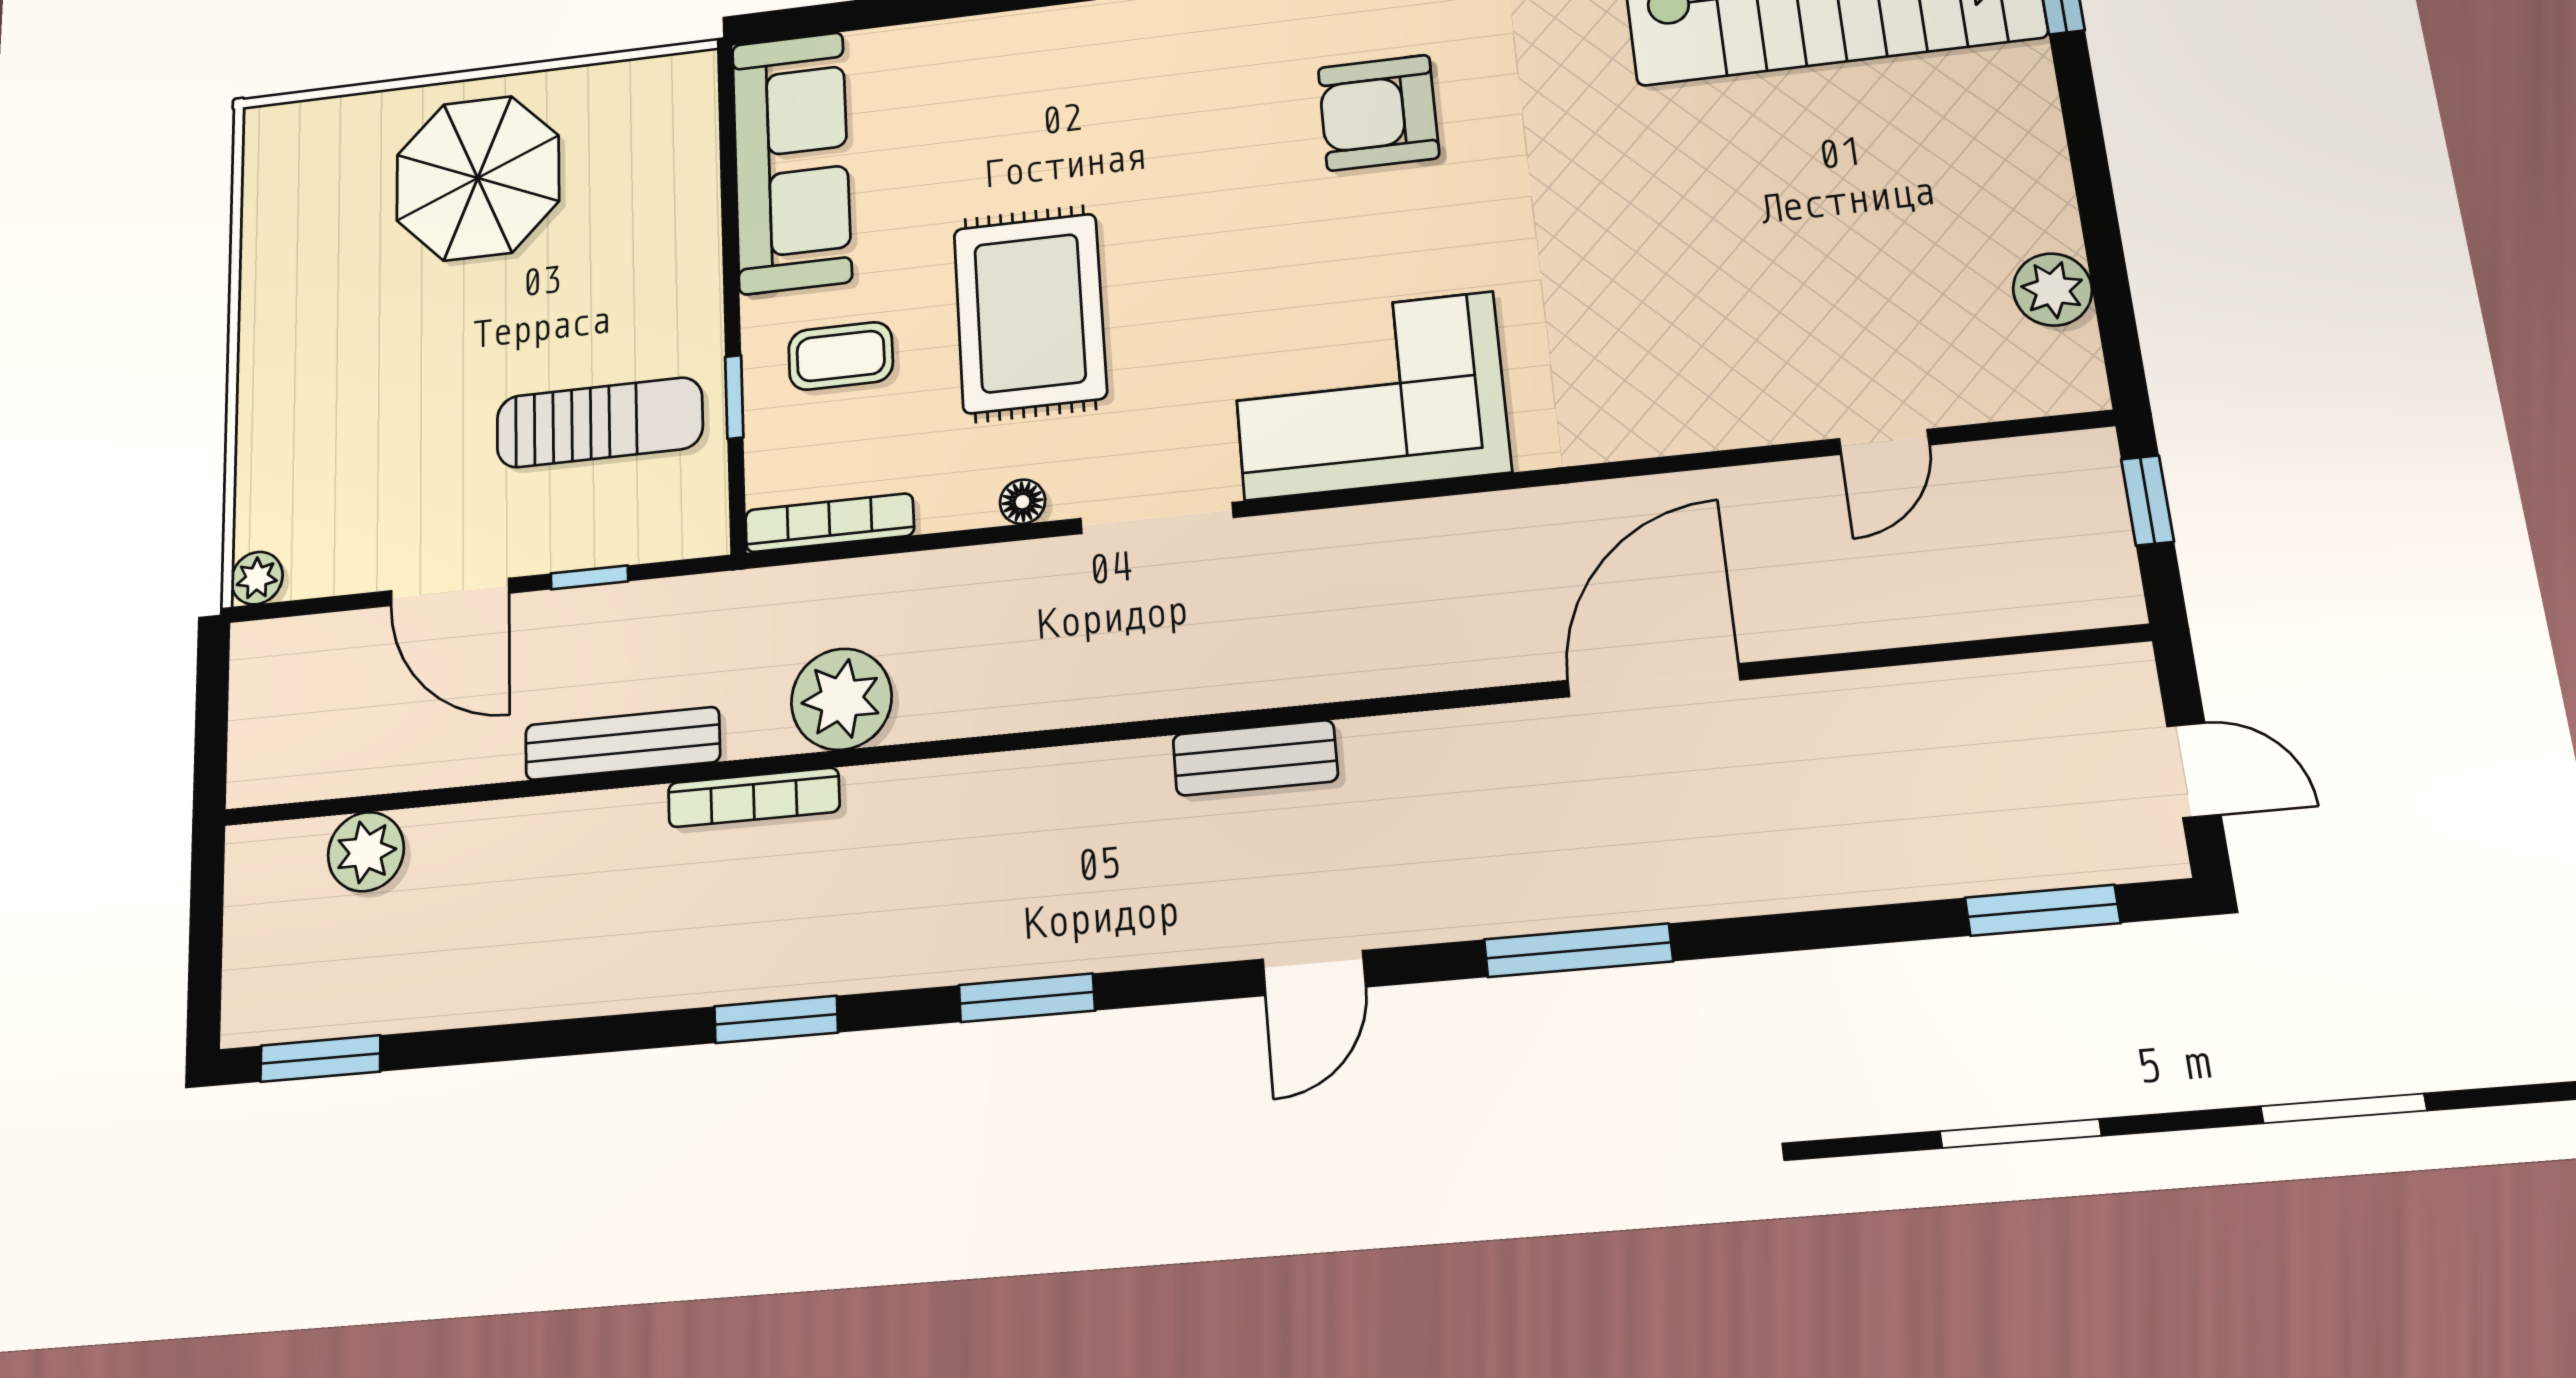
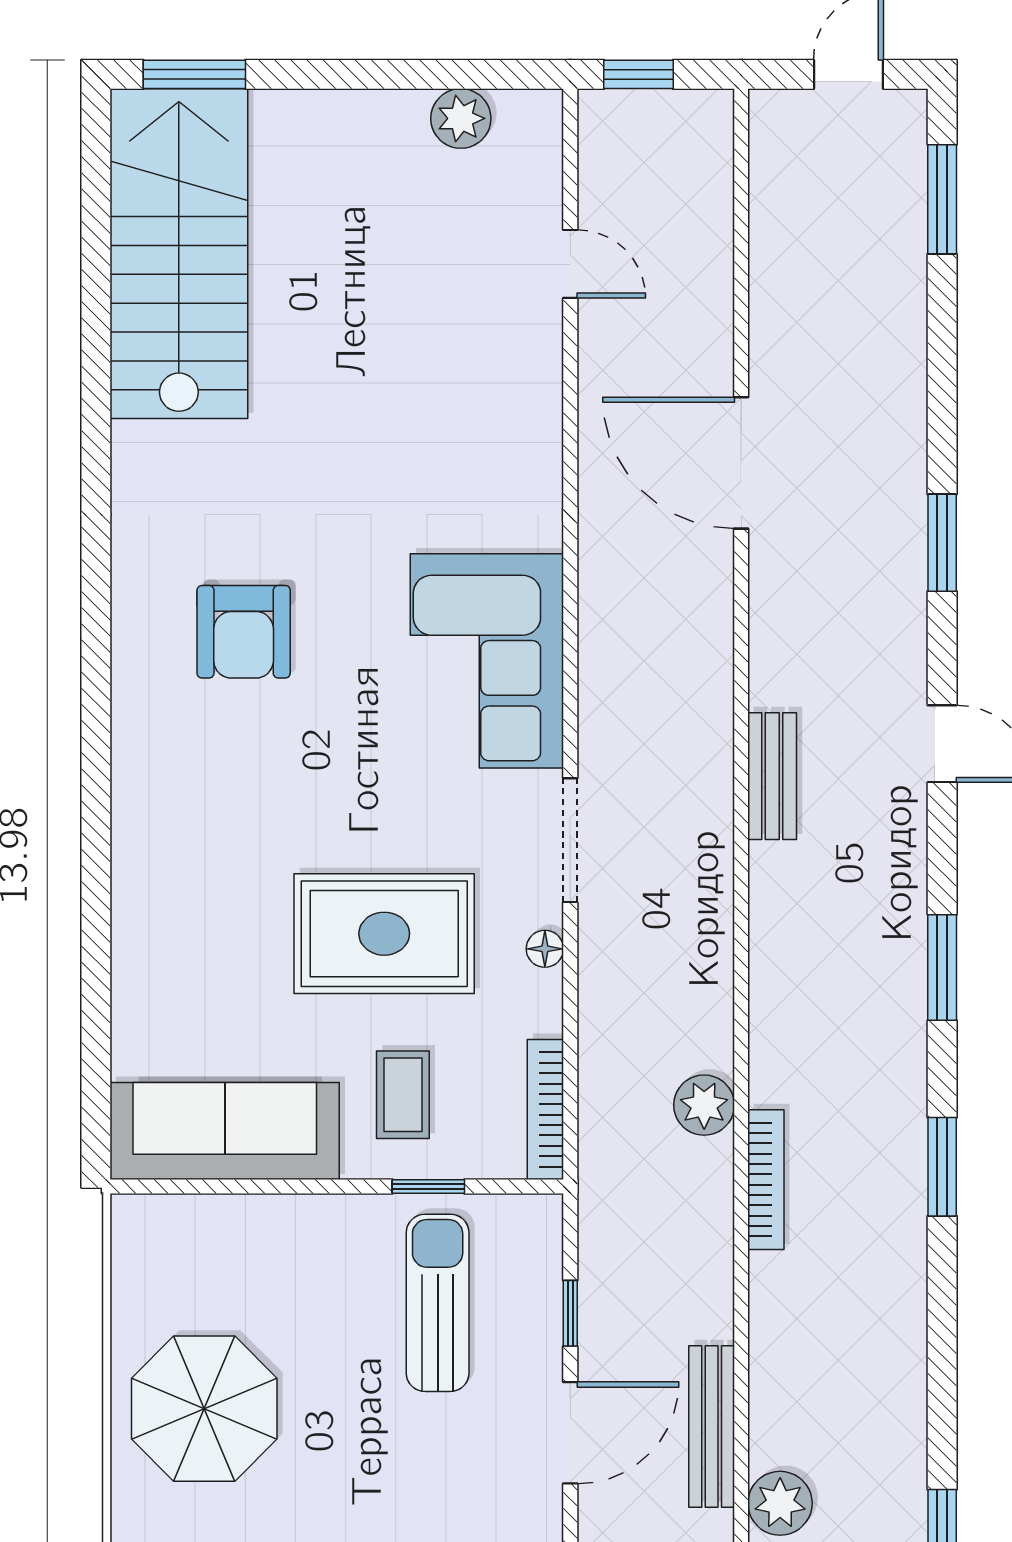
plant: (841, 699) -> (704, 1105), width x0.73, depth x0.73
bench: (622, 743) -> (712, 1427), moved
window: (1578, 950) -> (942, 543), width x0.69

